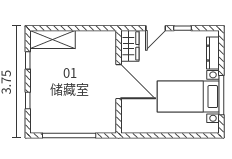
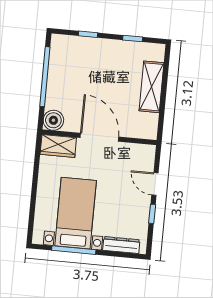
shelving: (53, 39) -> (152, 87), moved
wardrobe: (130, 46) -> (58, 146), moved
door: (119, 82) -> (99, 137), swing flipped
boiler: (107, 124) -> (53, 120), added

